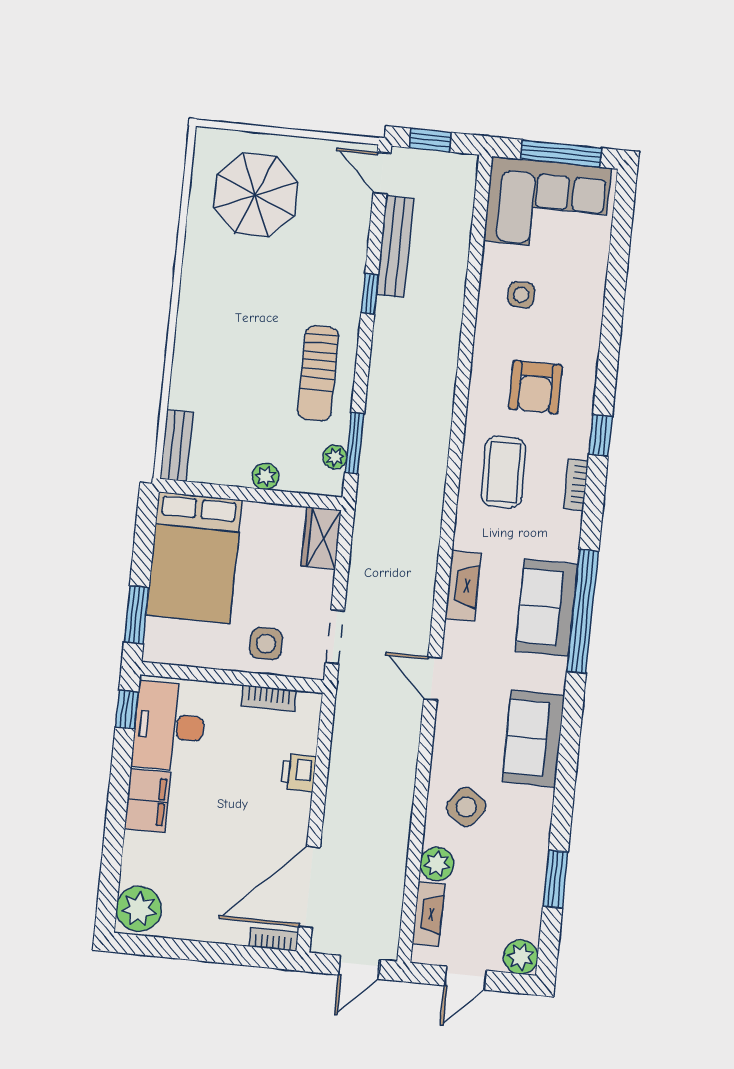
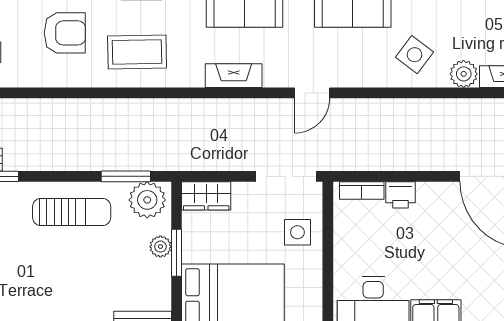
plant: (335, 457) -> (147, 200), width x1.87, depth x1.87
window: (256, 495) -> (176, 253), added
doorway: (335, 637) -> (286, 176), width x1.38
bookcase: (269, 698) -> (362, 190), moved, turned 90

